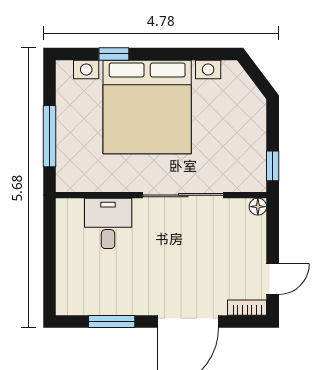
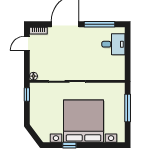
window: (114, 54) -> (69, 145), moved
desk: (108, 223) -> (113, 44), moved, turned -90
window: (112, 321) -> (100, 24), width x1.44

